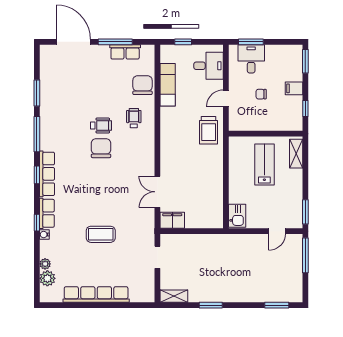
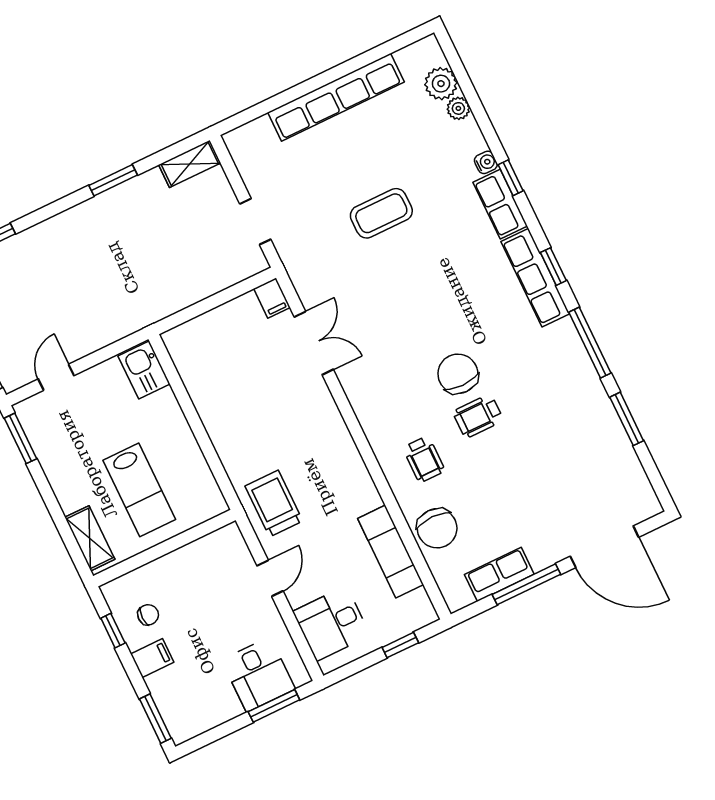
chair: (261, 94) -> (148, 615), moved
chair: (101, 148) -> (458, 374), turned 180
filing cabinet: (172, 220) -> (272, 298), width x0.50

